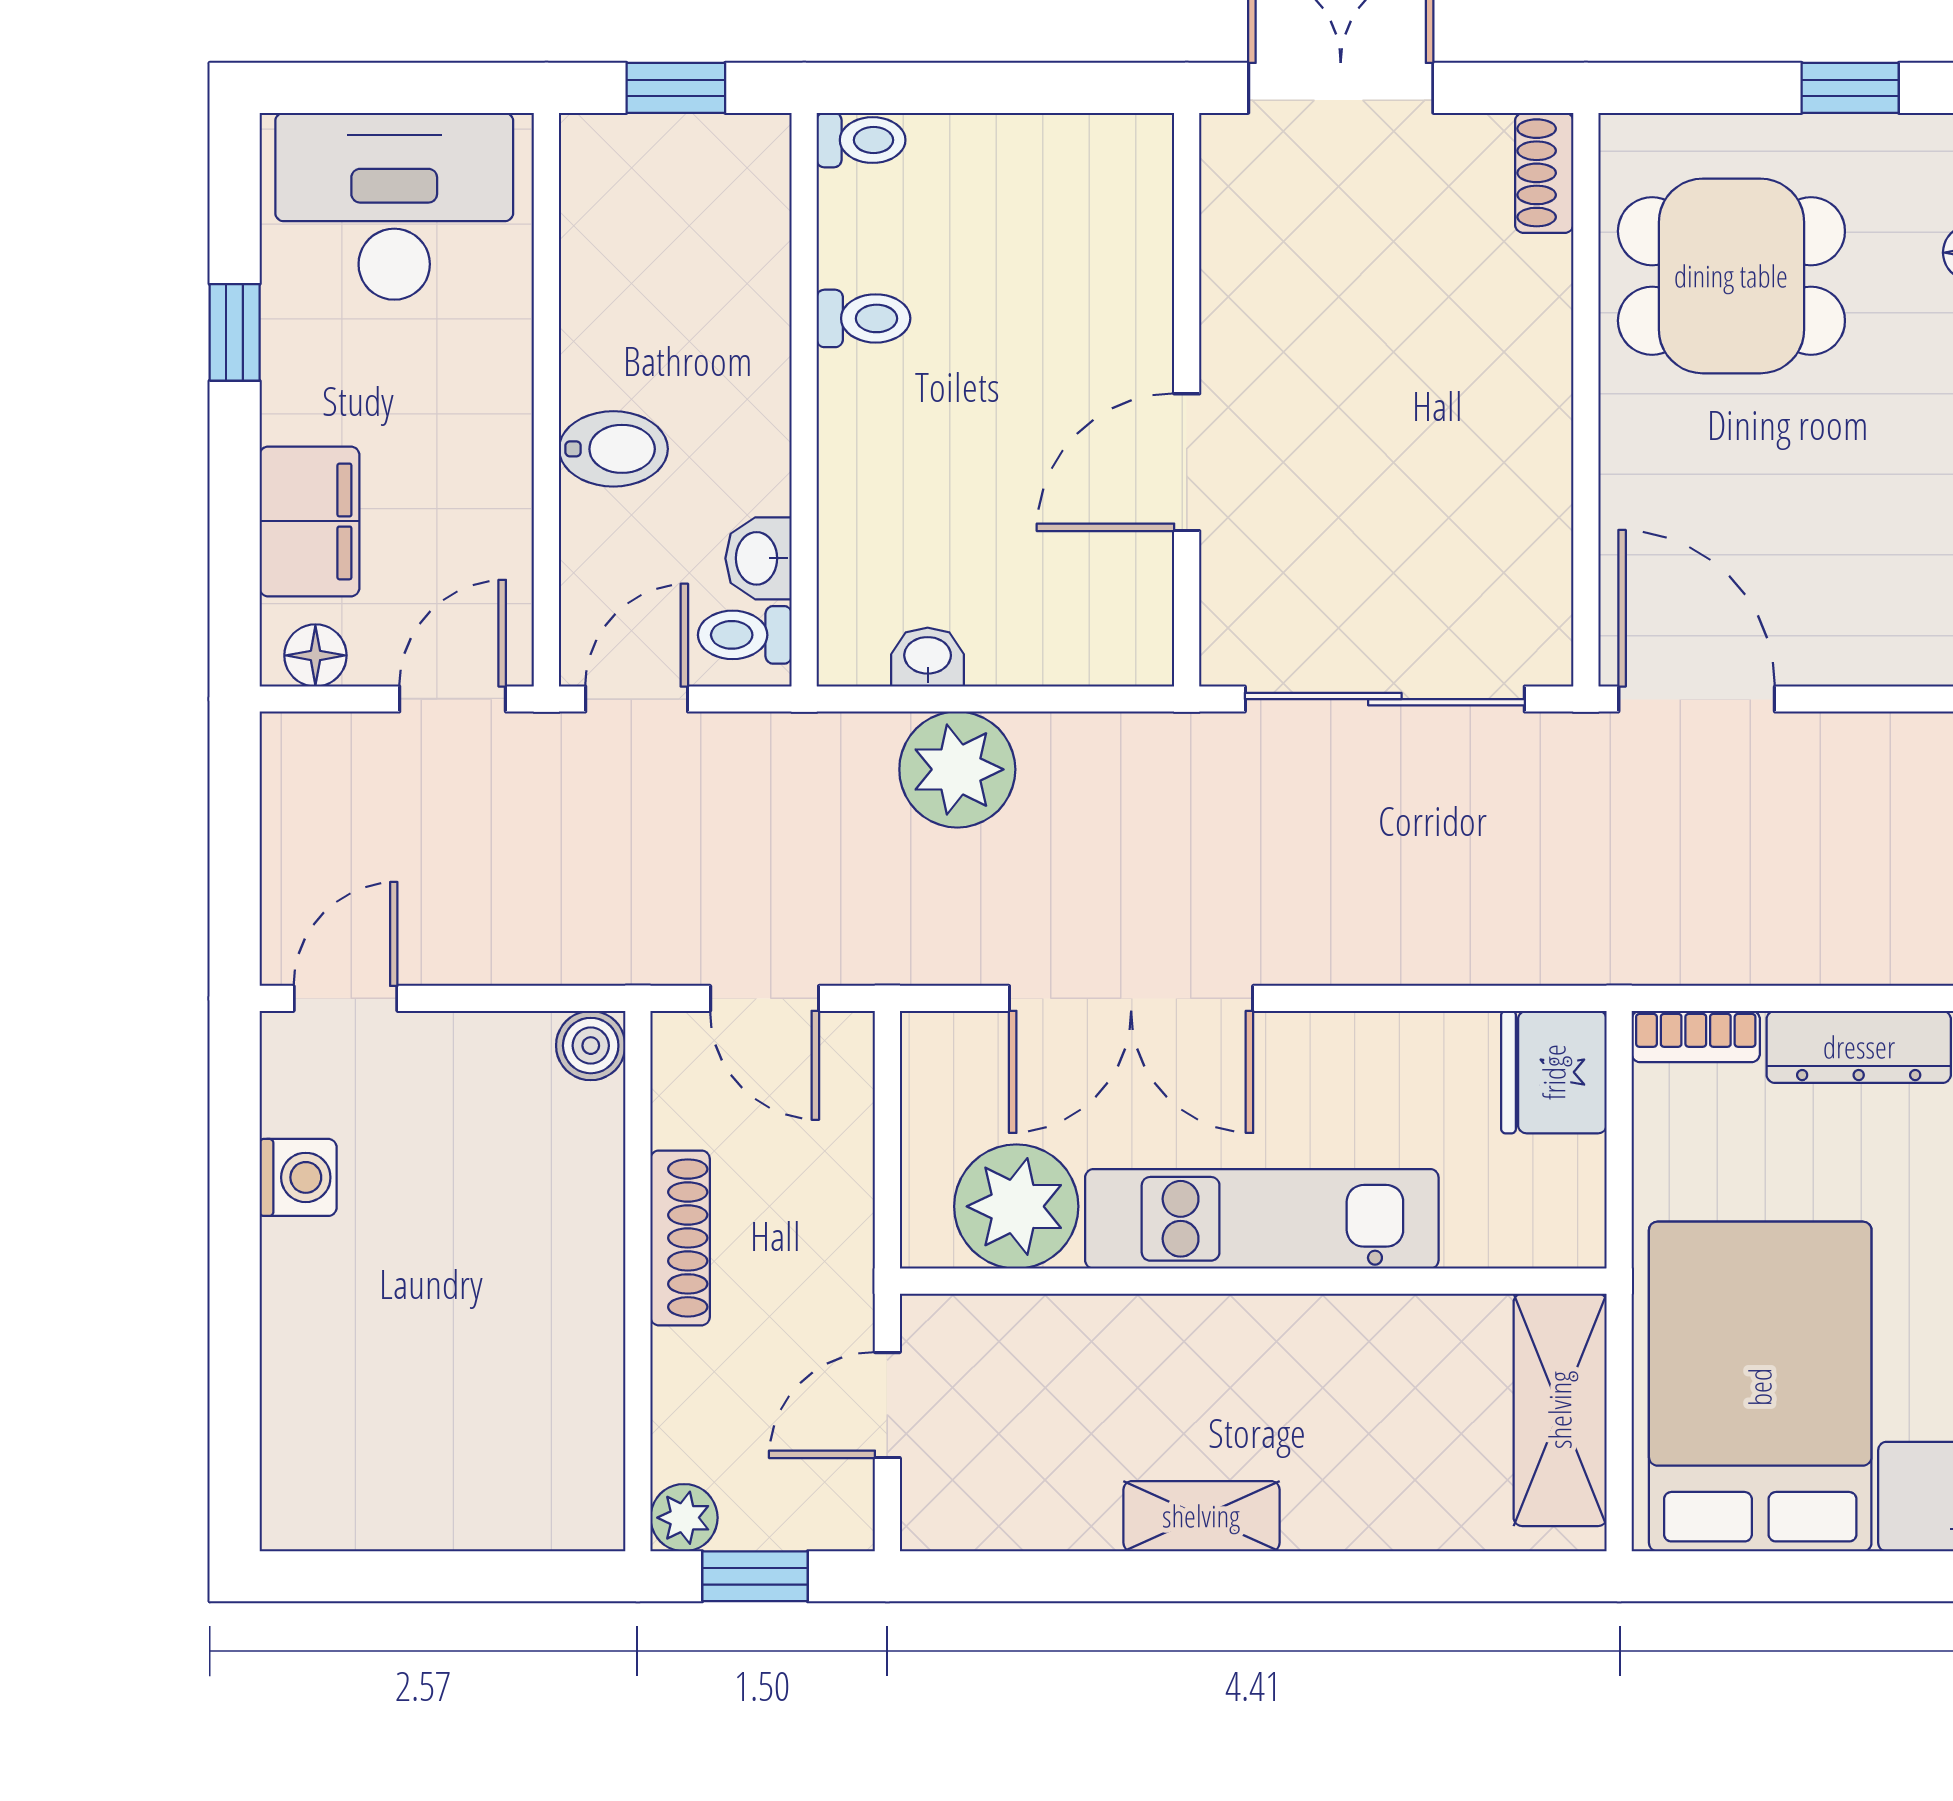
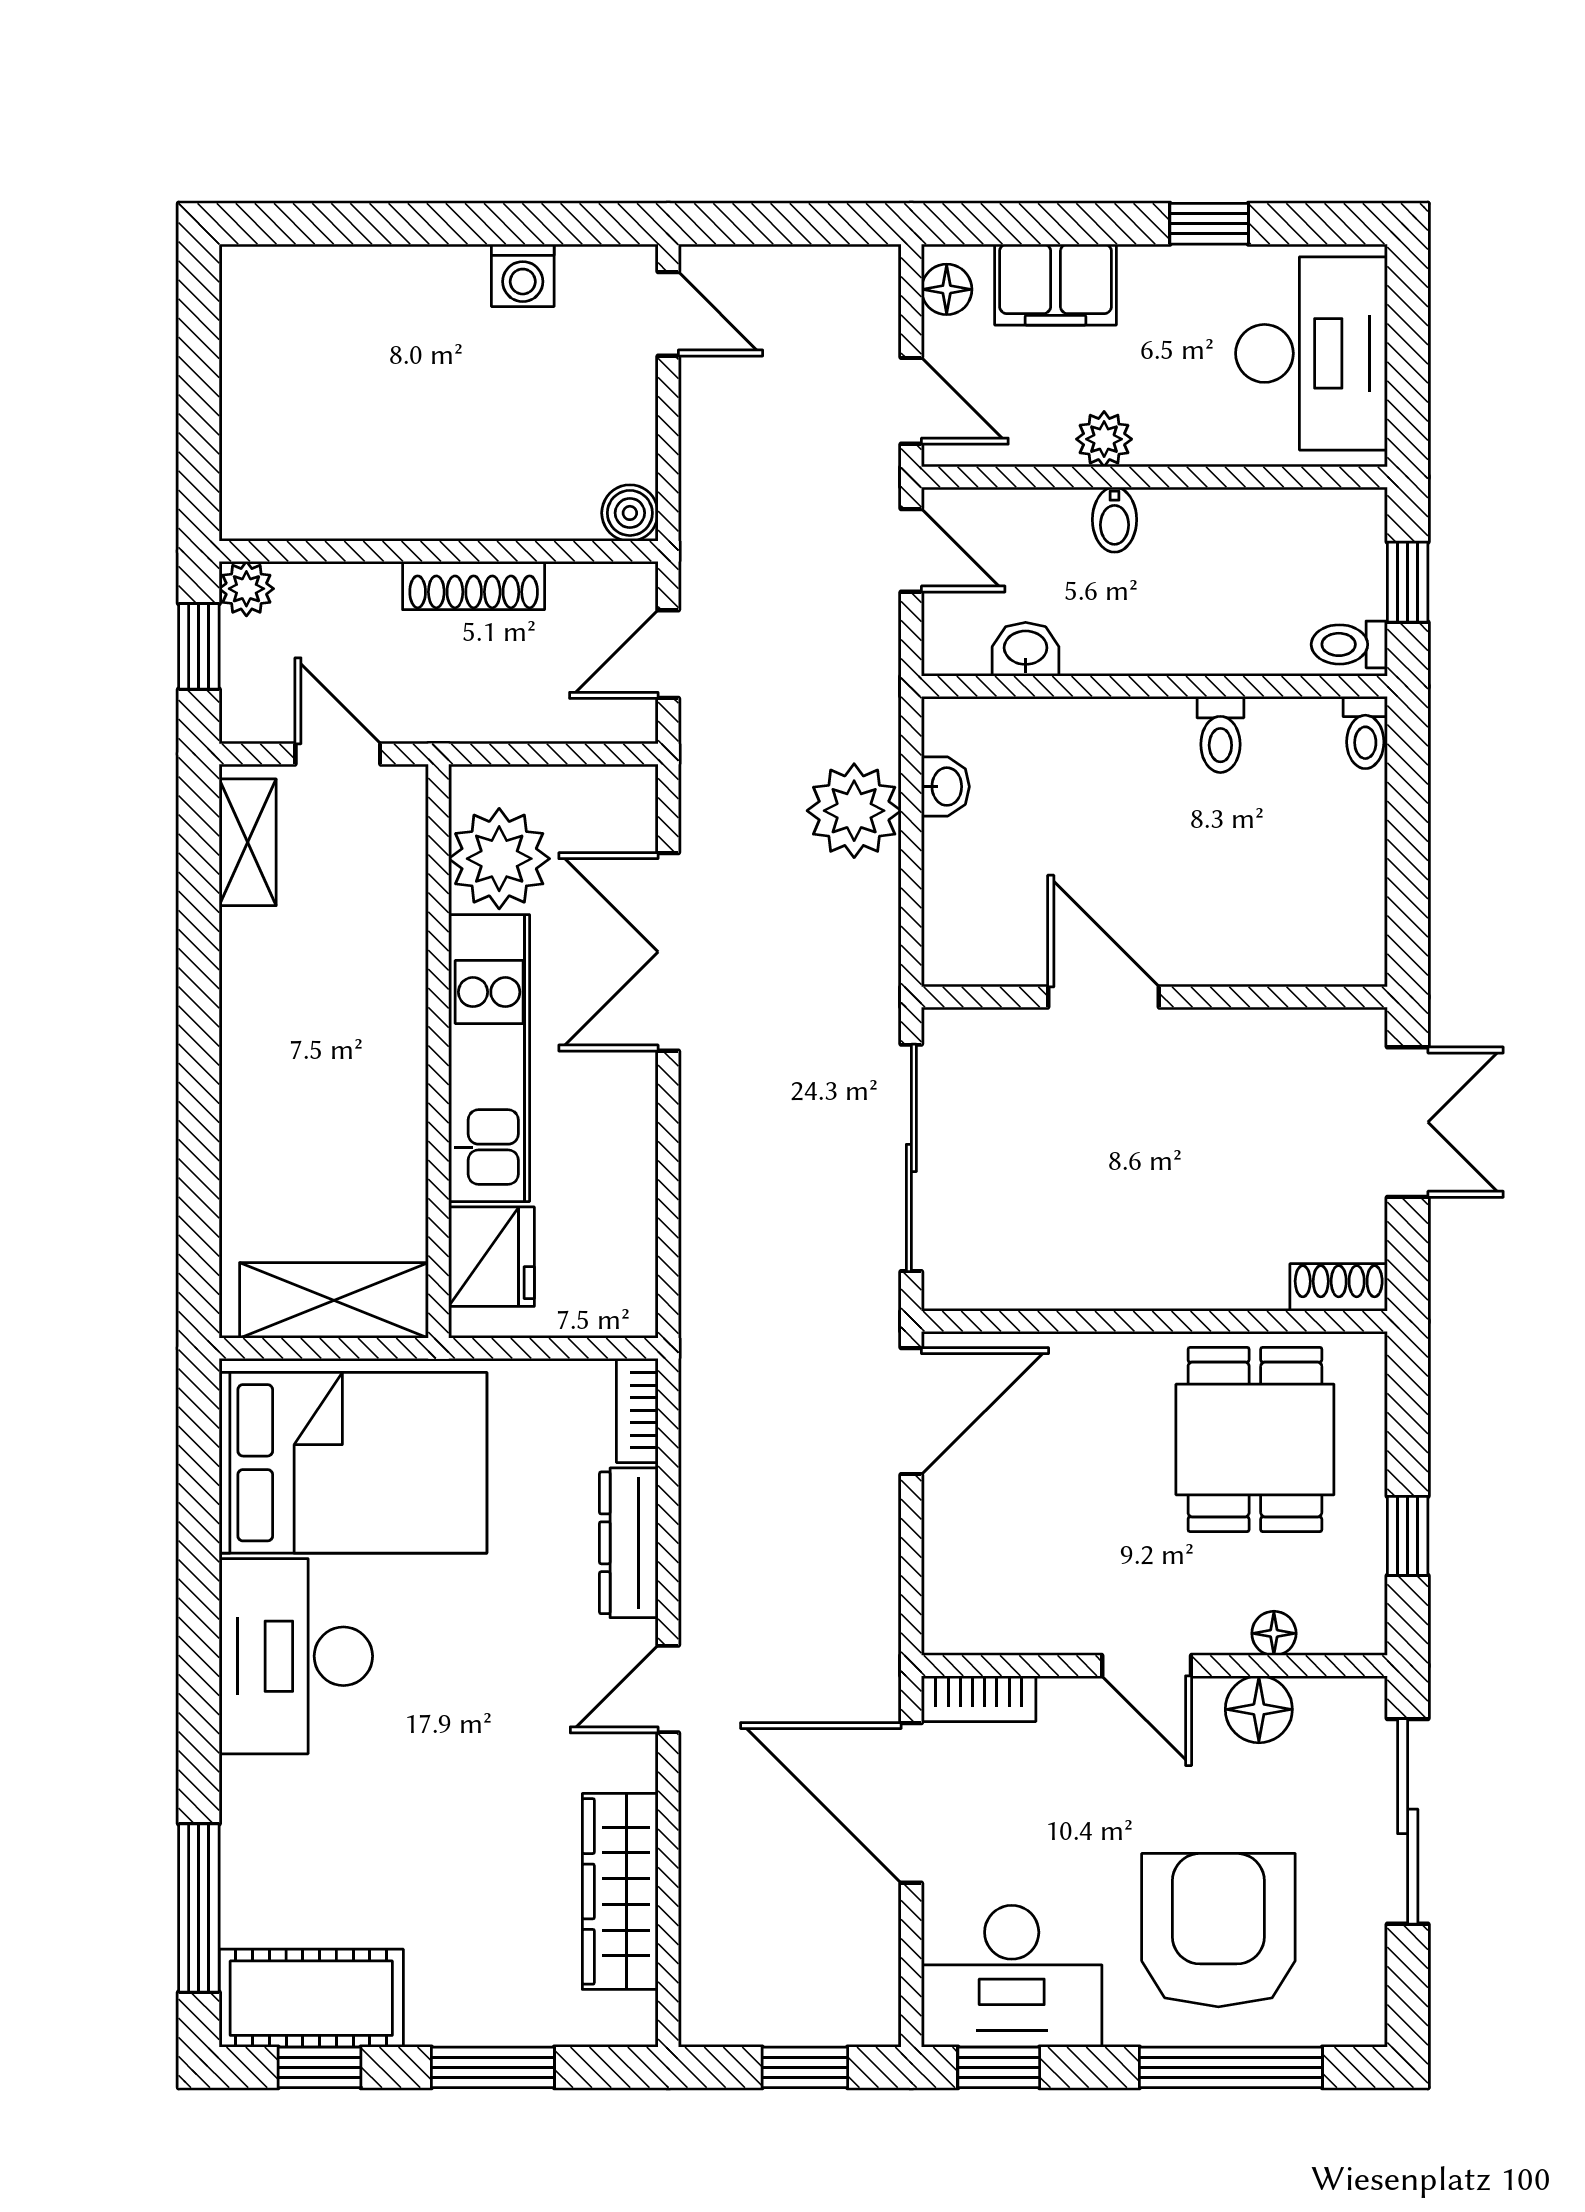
bidet: (613, 449) -> (1114, 520), width x0.72, depth x0.74
plant: (500, 462) -> (1104, 439), added
toilet: (745, 635) -> (1349, 644), moved, turned -90
fridge: (1554, 1072) -> (492, 1257), moved, turned 90
shelving: (1201, 1516) -> (248, 842), moved

